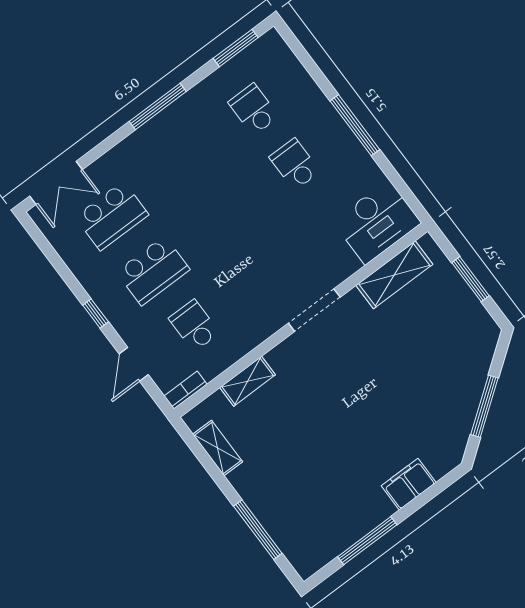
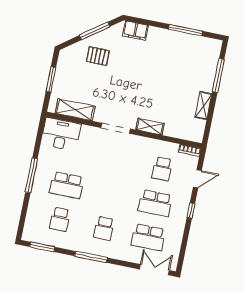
school desk: (183, 163) -> (104, 228), added
school desk: (295, 164) -> (67, 185), width x1.85
school desk: (112, 216) -> (148, 237), turned 180
school desk: (153, 271) -> (155, 203), turned 180
pallet: (443, 378) -> (98, 56), added
shelving: (248, 381) -> (150, 127), moved
shelving: (218, 448) -> (203, 105), moved
filing cabinet: (409, 484) -> (135, 31), moved

